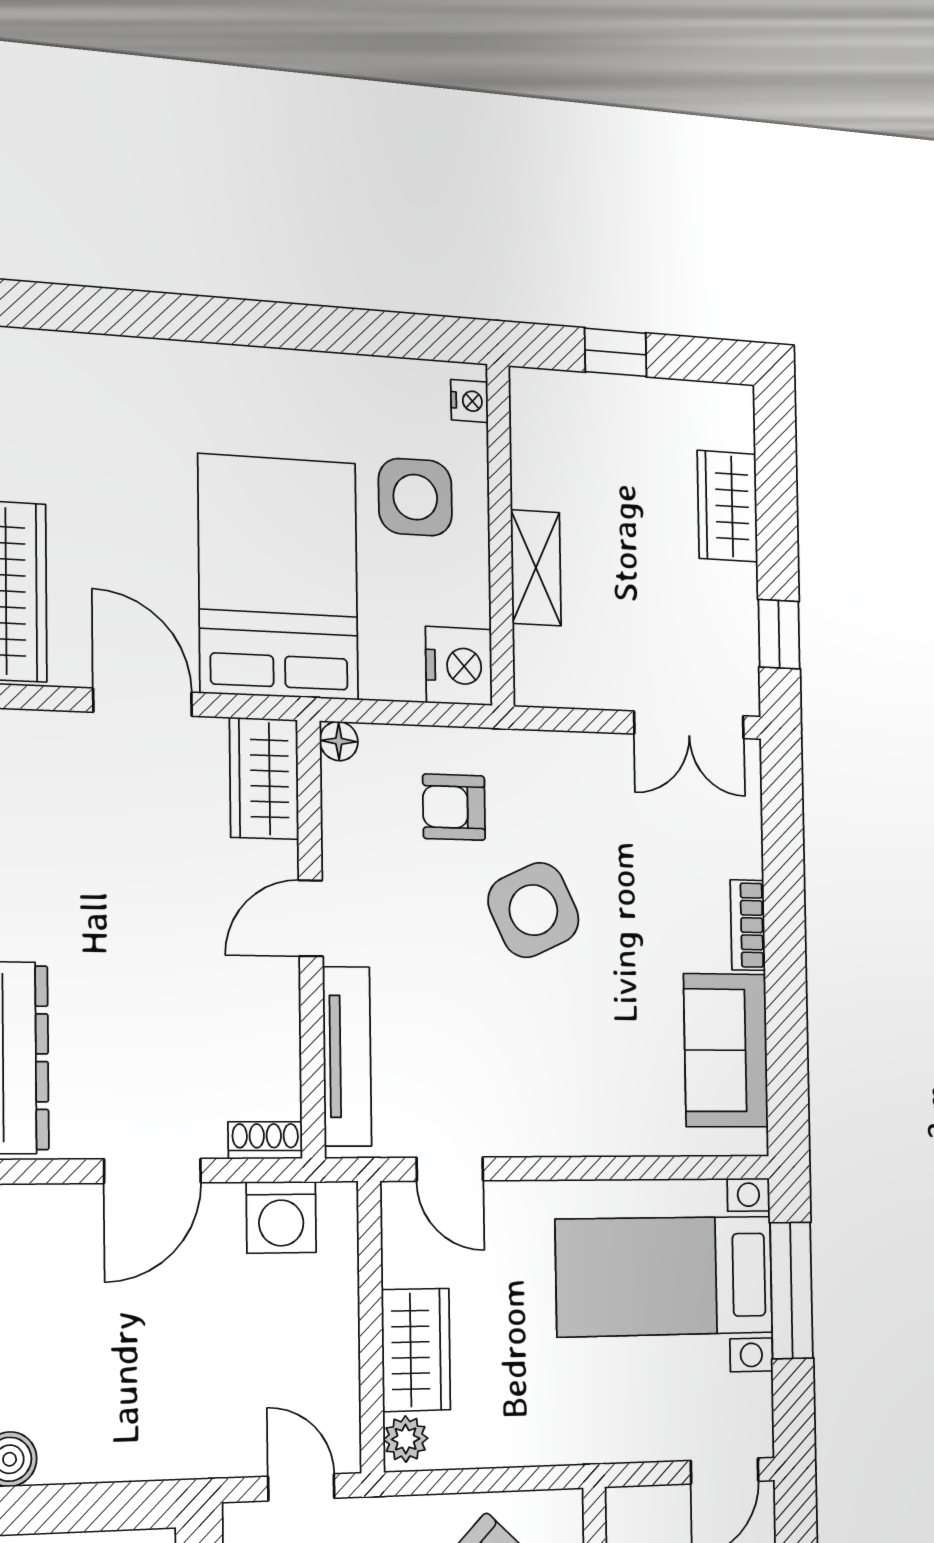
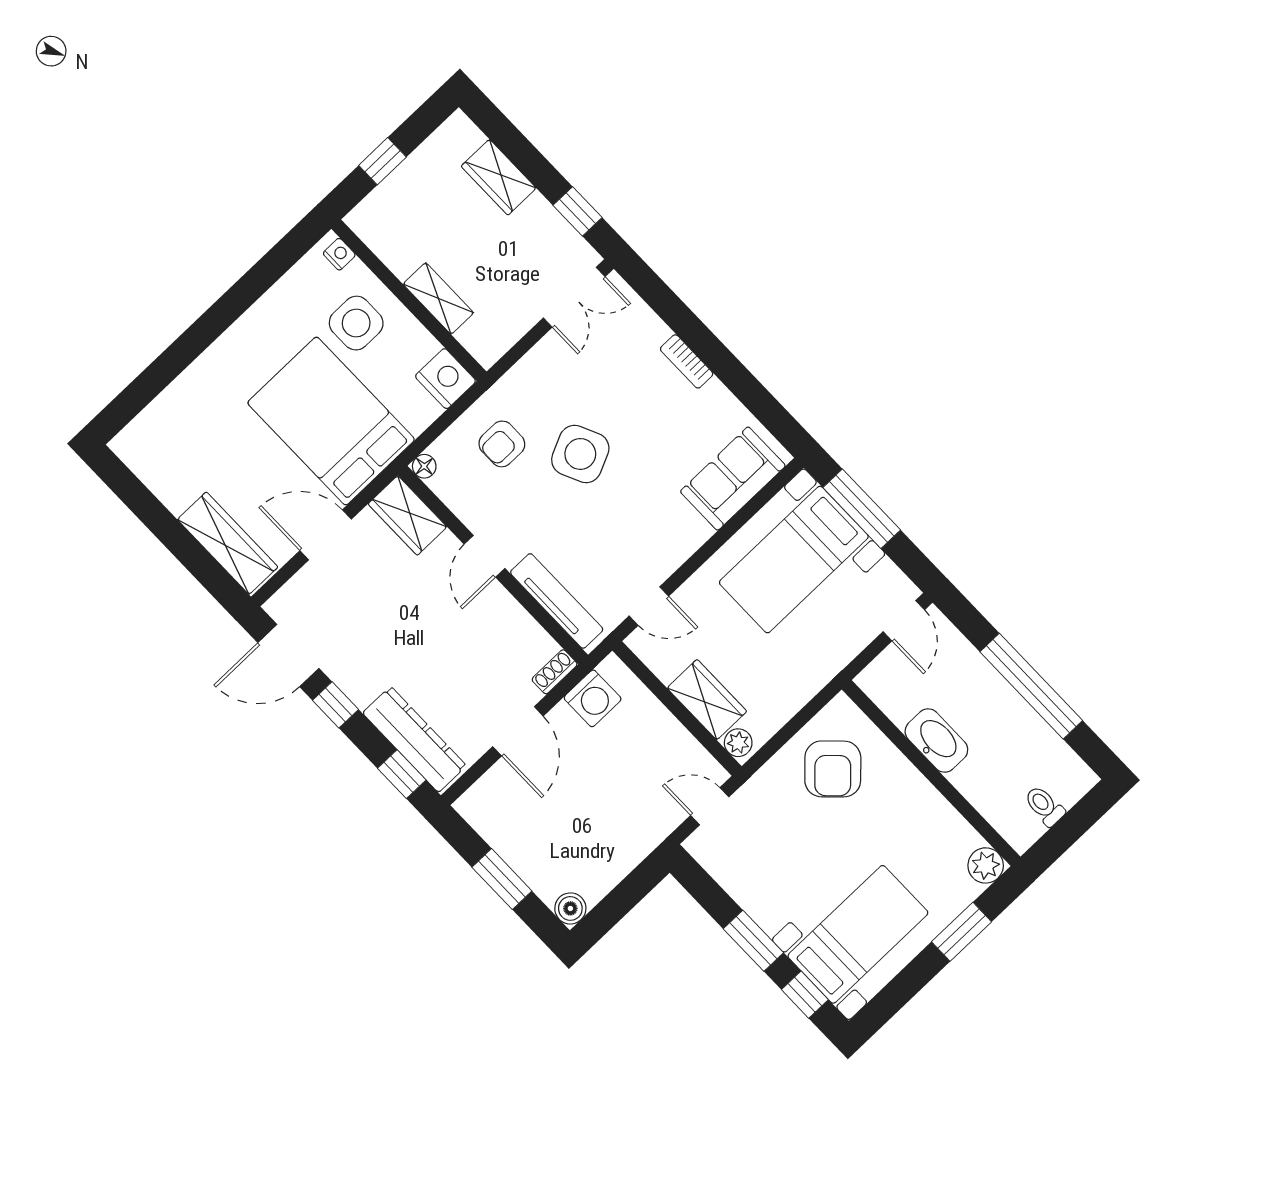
sofa: (726, 1050) -> (733, 479), moved, turned 90

